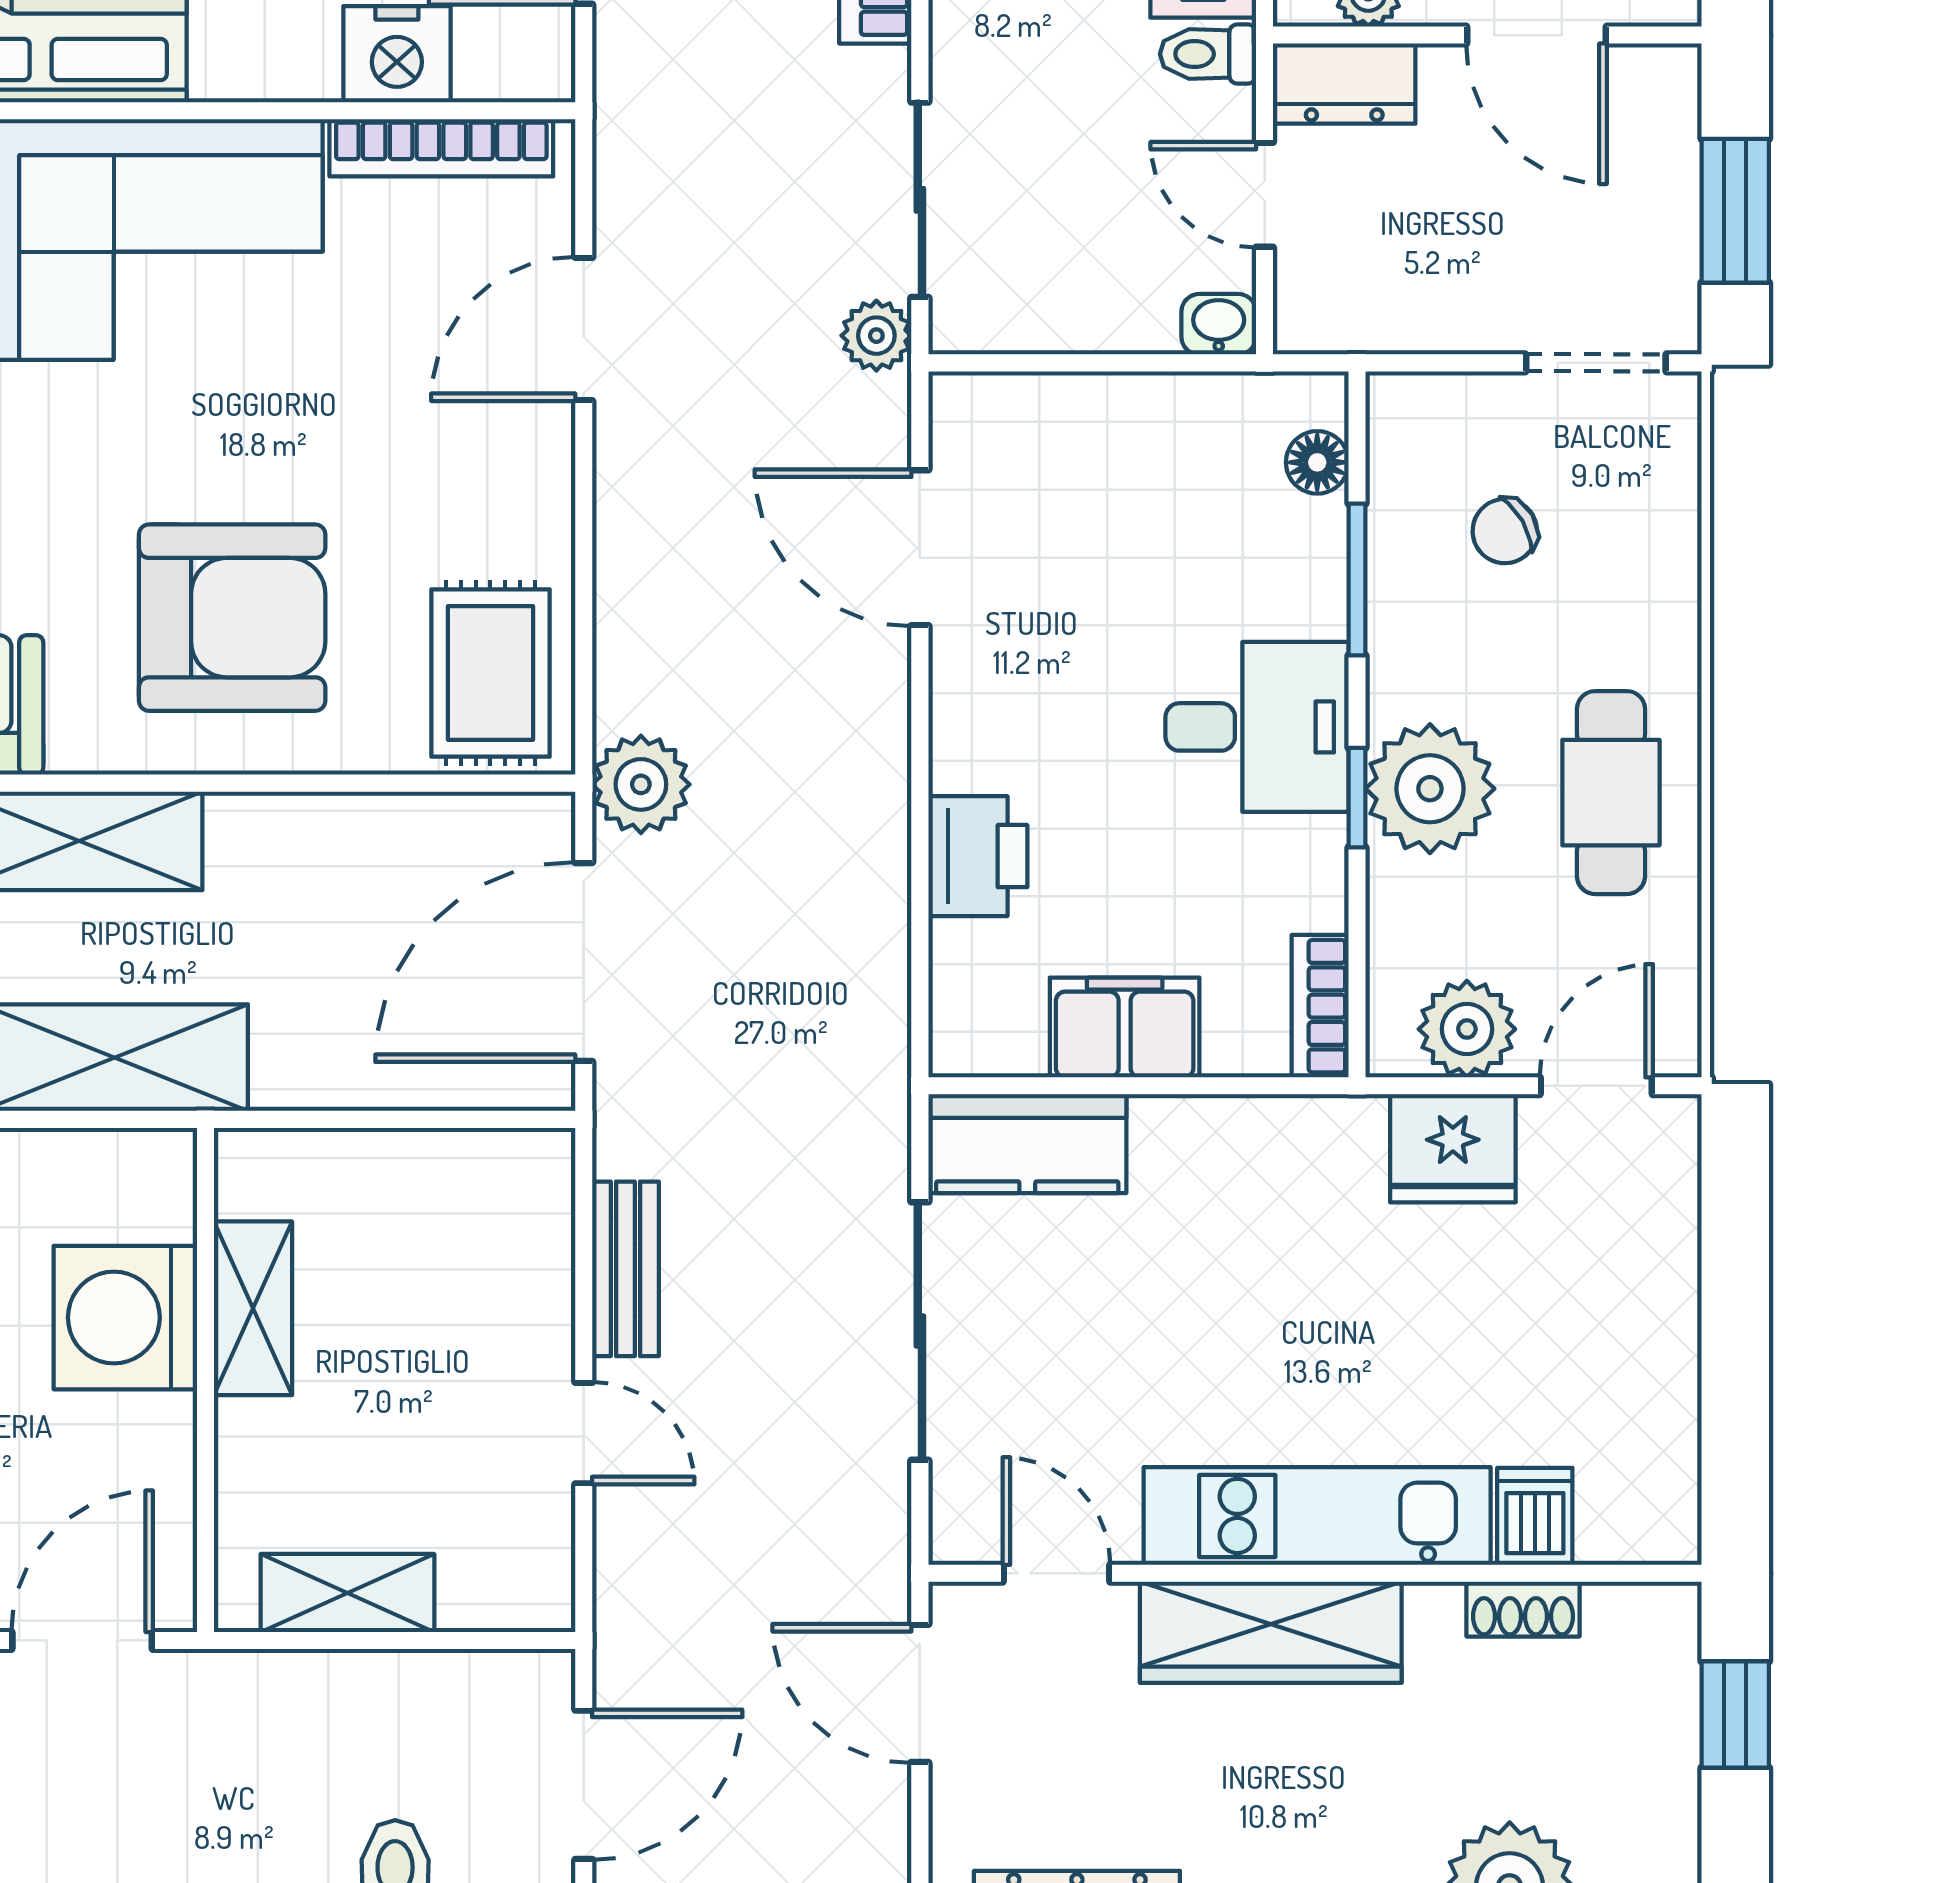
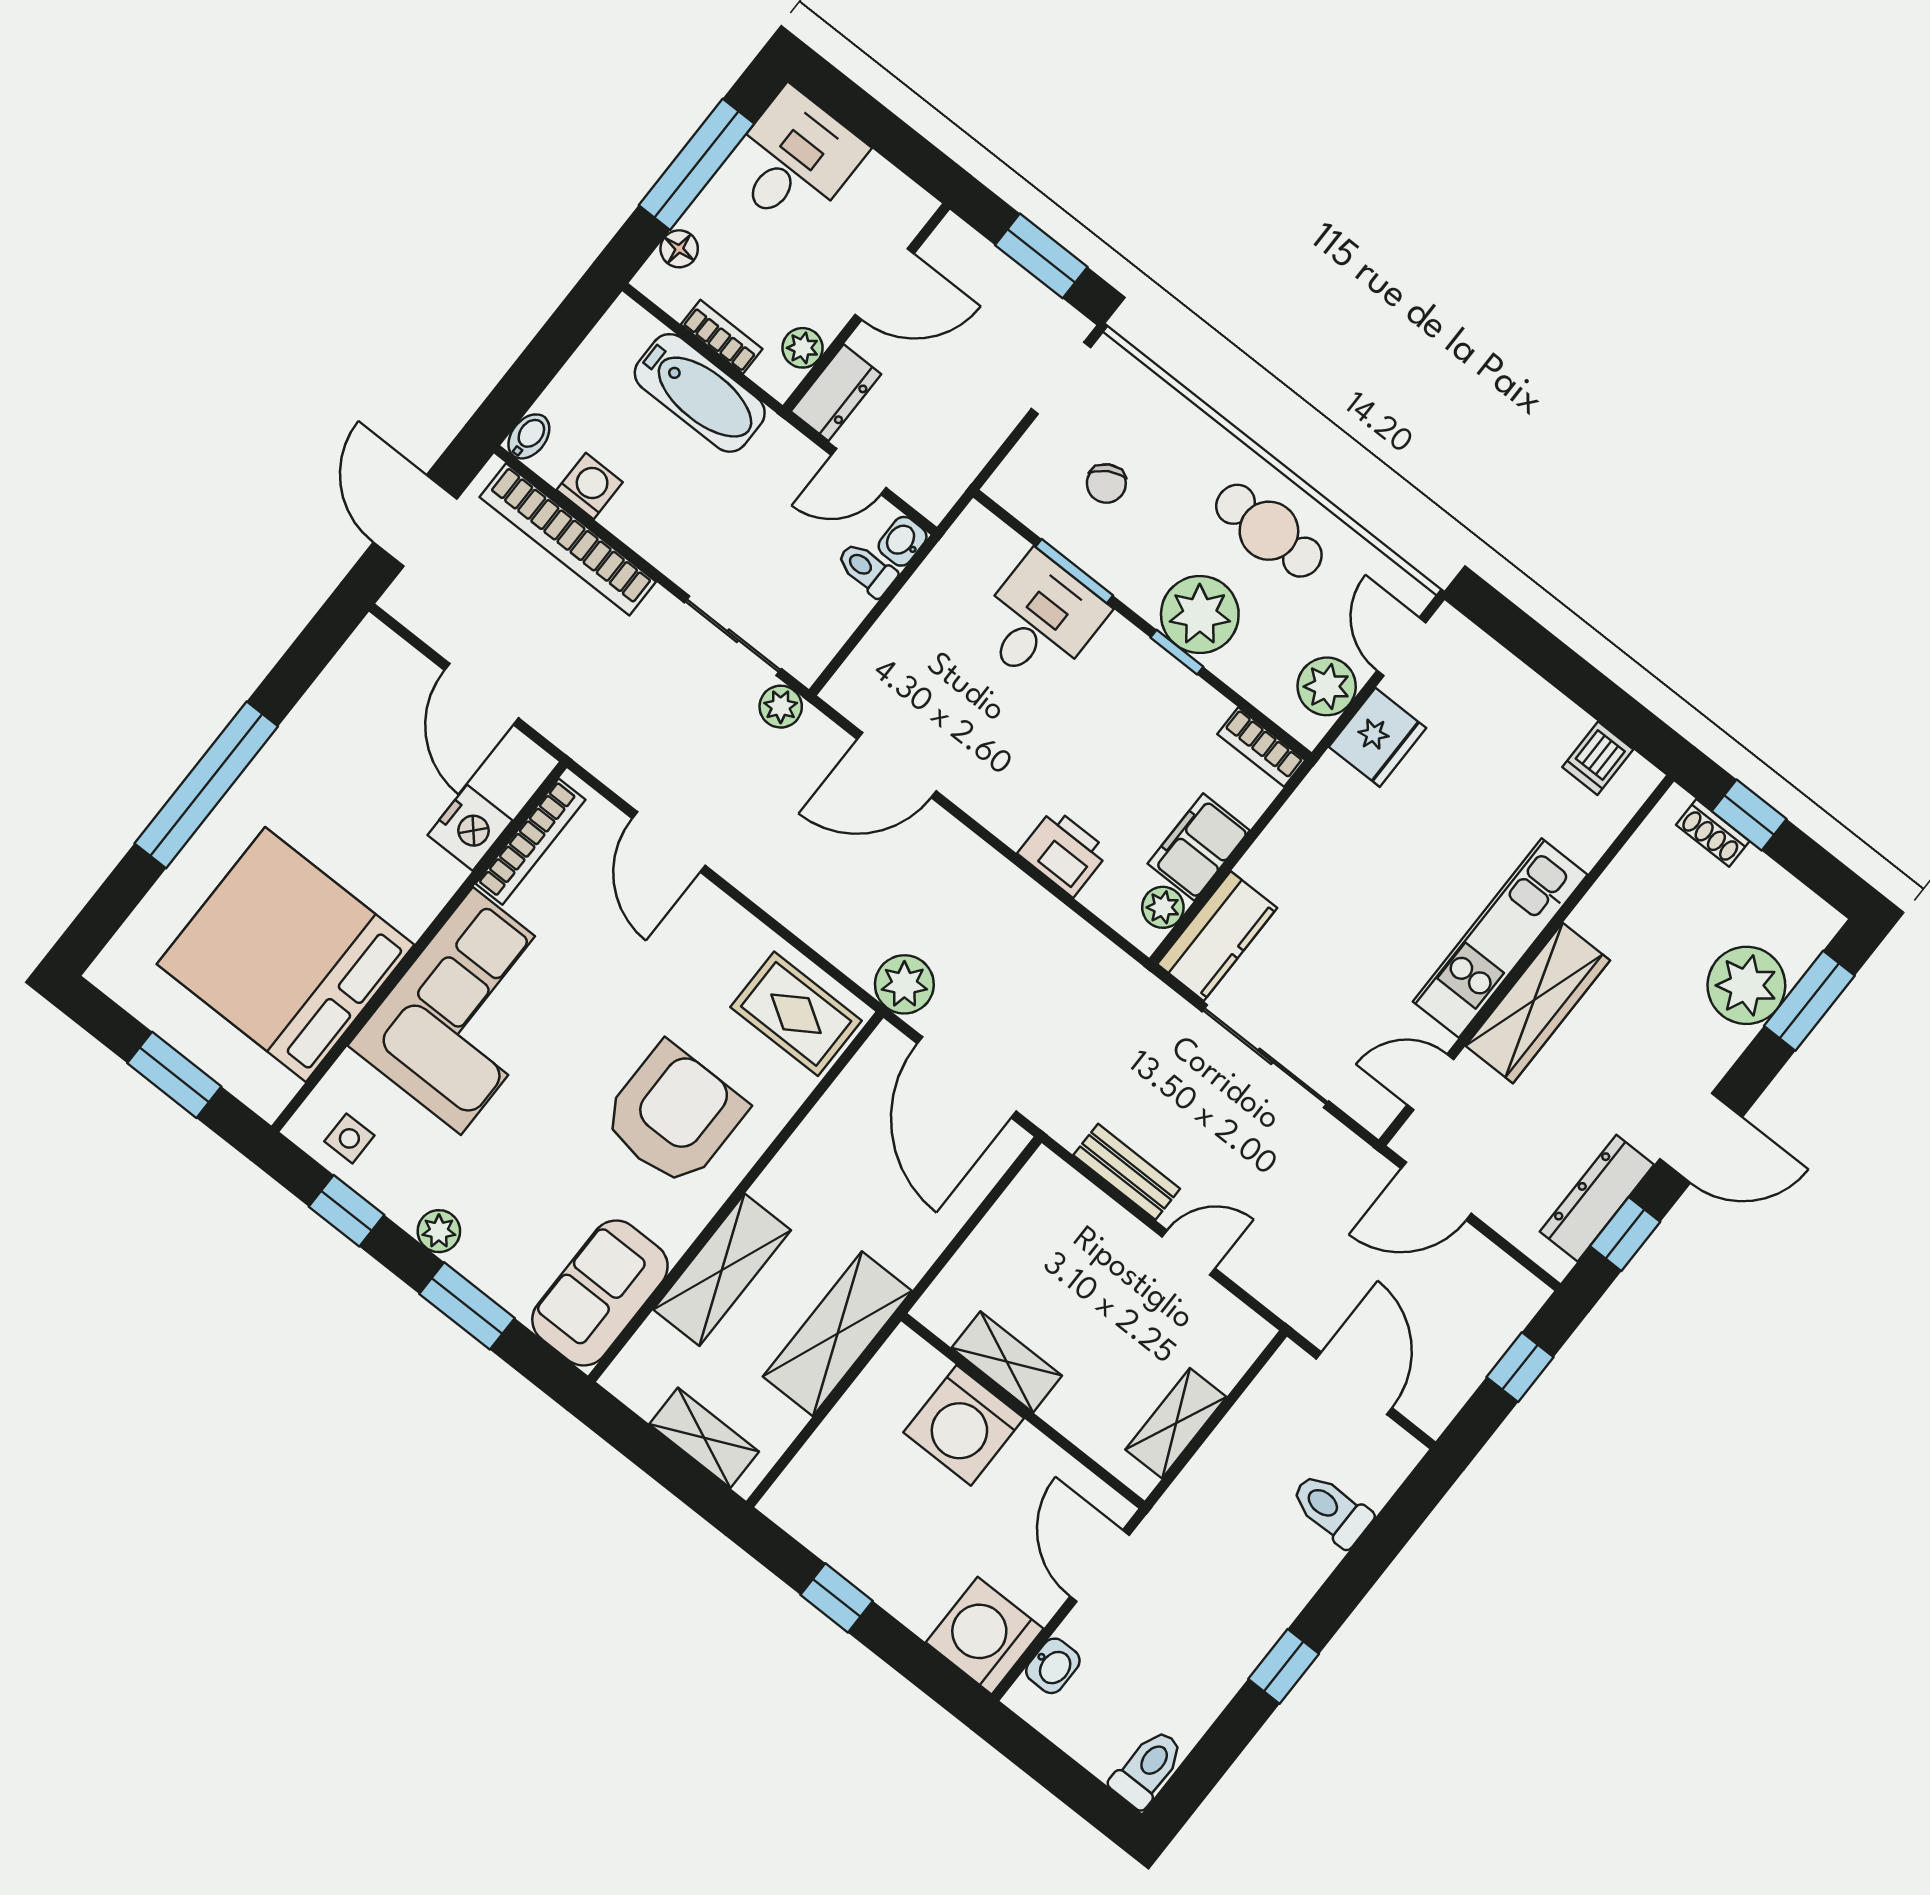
toilet: (1208, 54) -> (867, 569), moved, turned 90
floor lamp: (1317, 462) -> (1004, 546), removed
desk: (1257, 727) -> (1040, 620), moved
plant: (1009, 1043) -> (1163, 907), added
dishwasher: (1535, 1516) -> (1598, 758), moved, turned -90
shoe rack: (1523, 1609) -> (1713, 833), moved, turned 90

